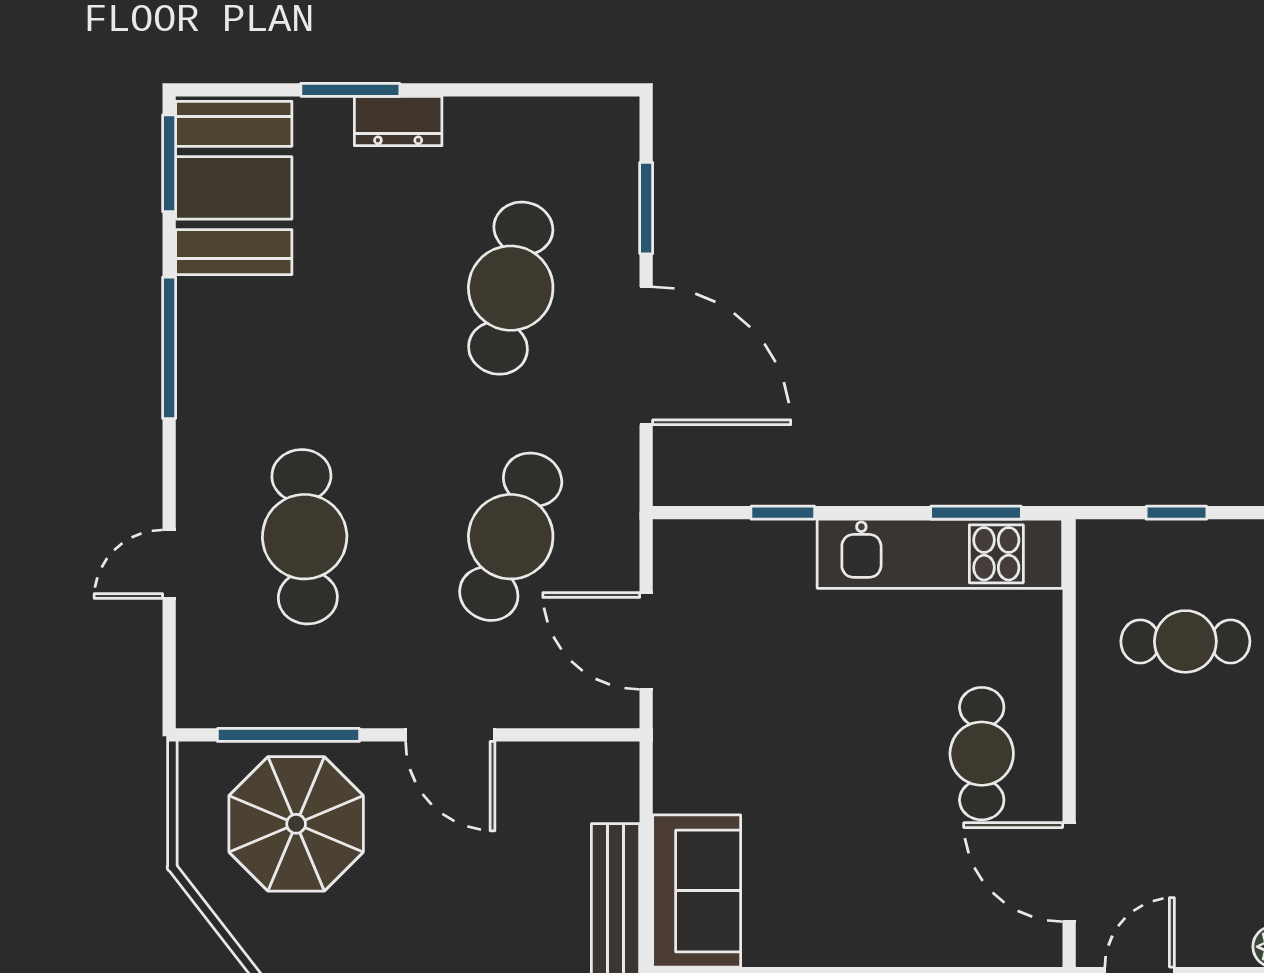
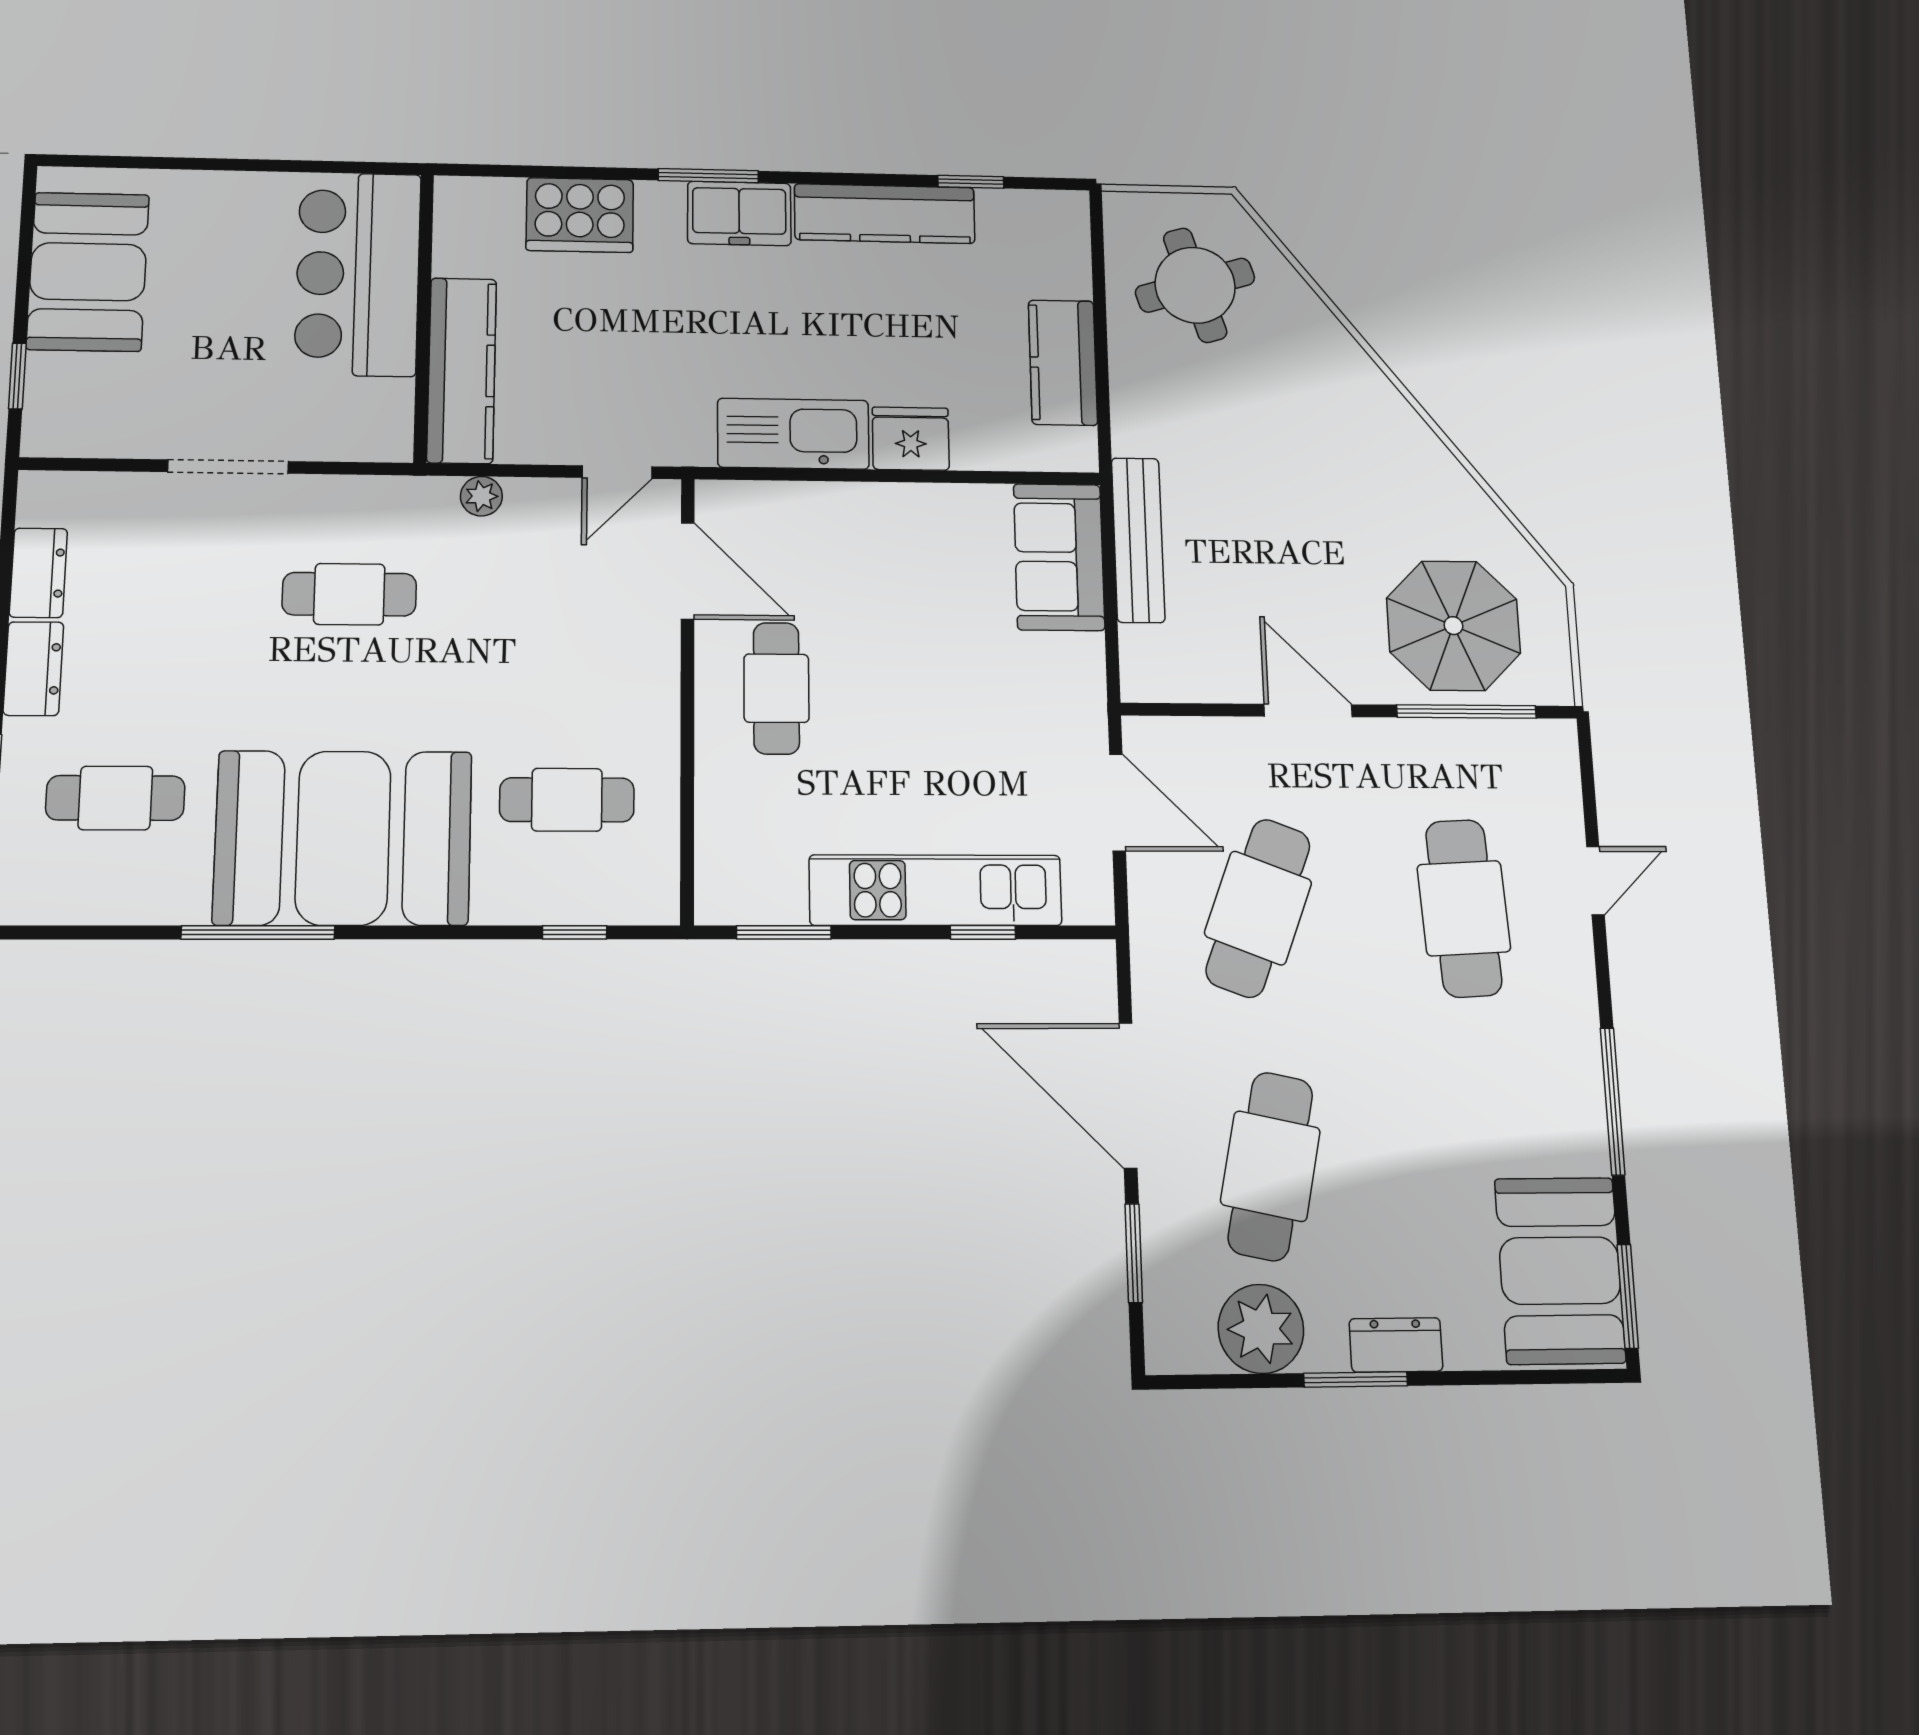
window: (350, 90) -> (1356, 1380), moved
plant: (527, 137) -> (1261, 1329), added
kitchen unit: (940, 554) -> (936, 890), moved

